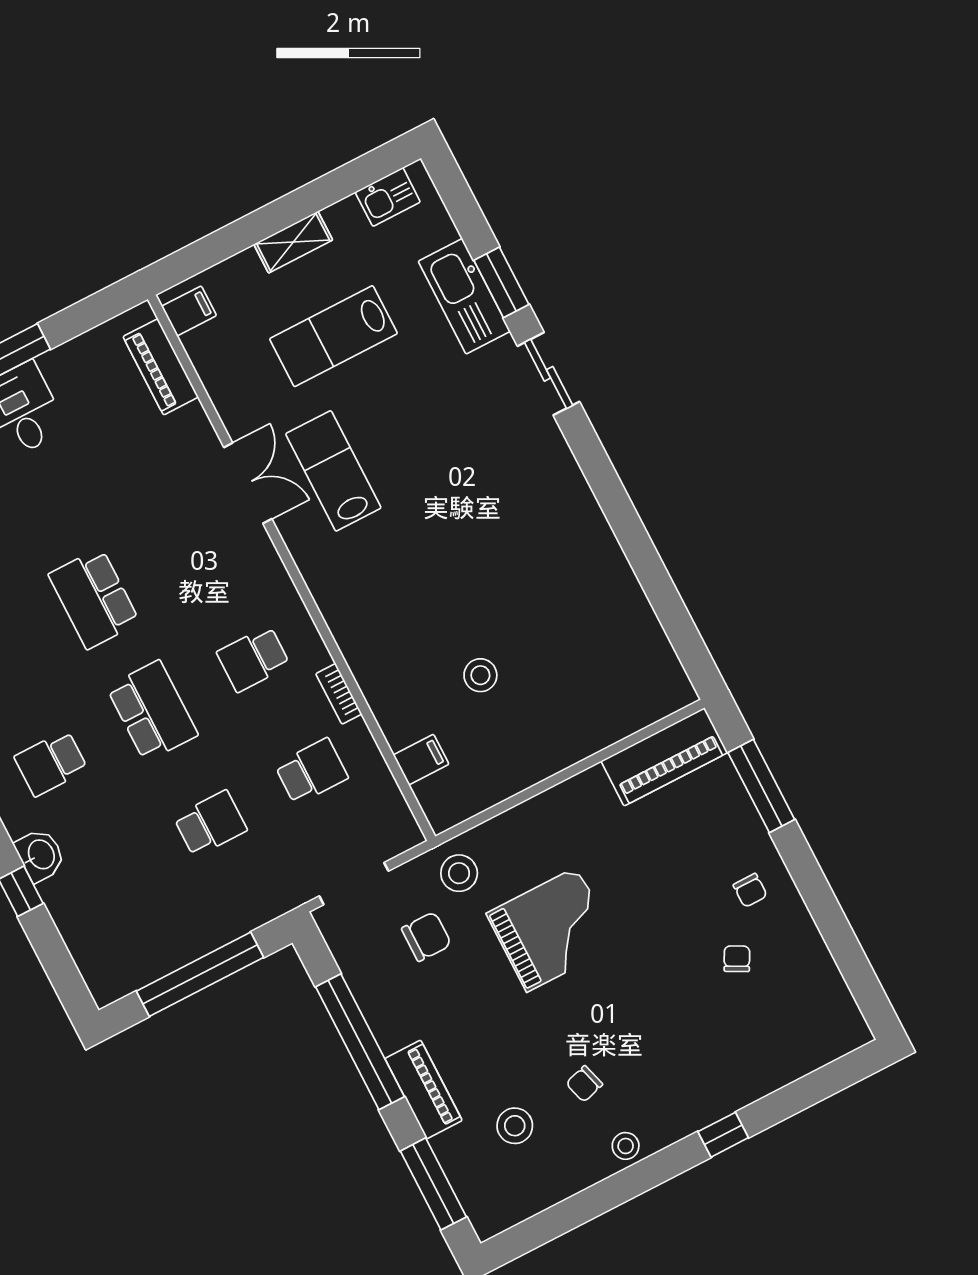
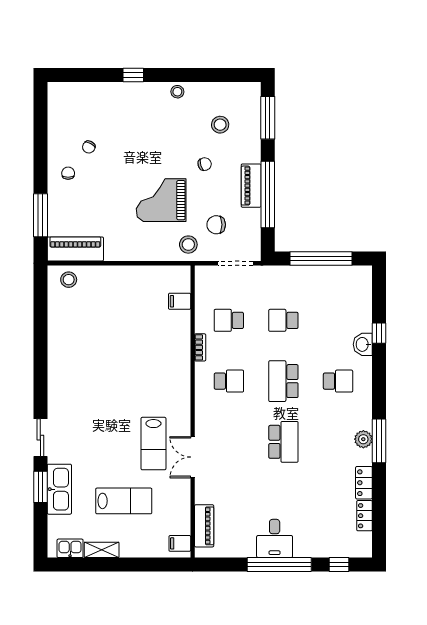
shelving: (293, 242) -> (102, 550), moved
stool: (480, 675) -> (69, 280), moved
chair: (584, 1084) -> (205, 164), moved
piano: (424, 1090) -> (251, 186), moved

